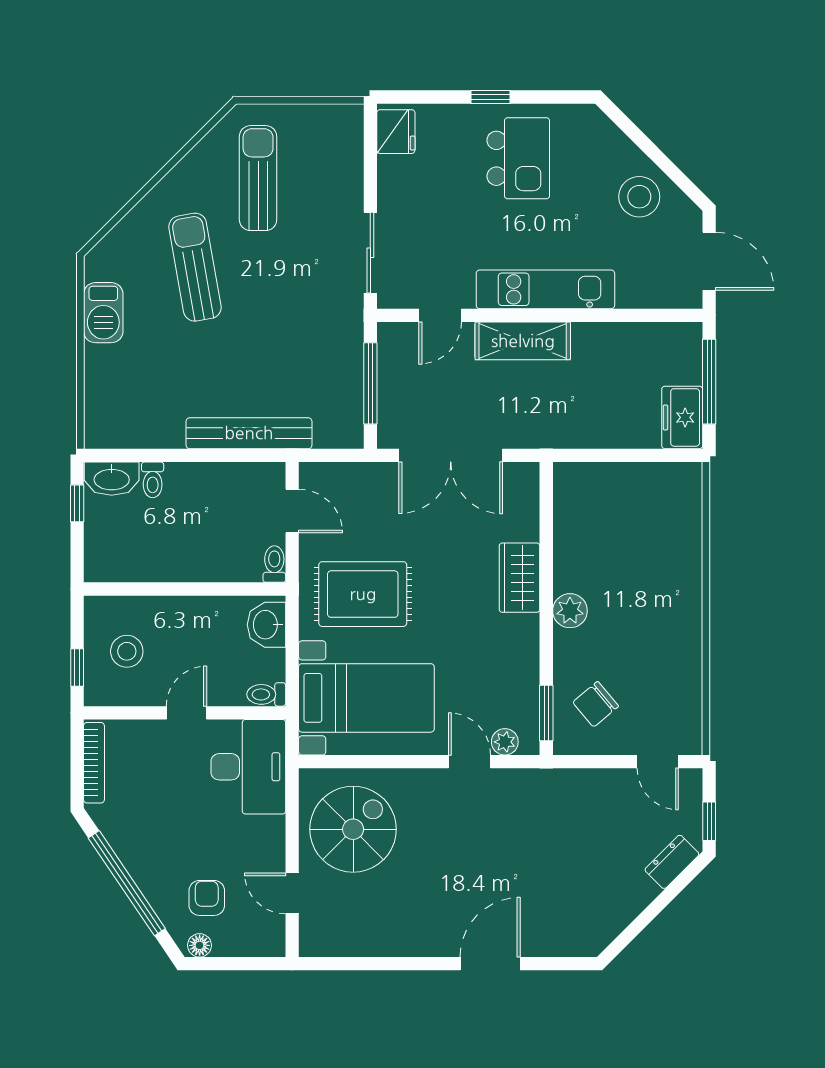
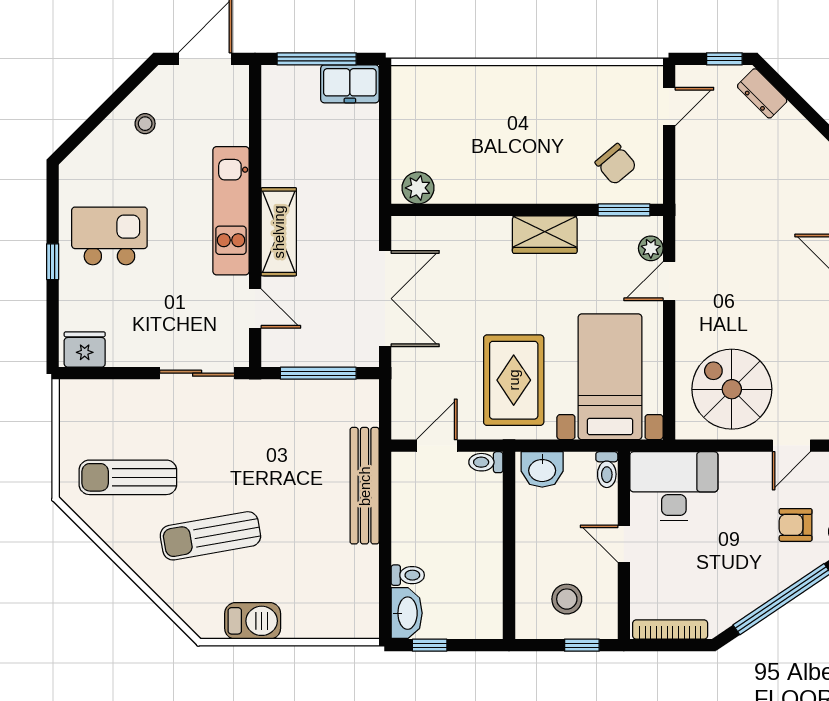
stool: (639, 197) -> (145, 124), width x0.53, depth x0.53
wardrobe: (520, 578) -> (545, 235), moved
plant: (570, 611) -> (418, 188), moved

